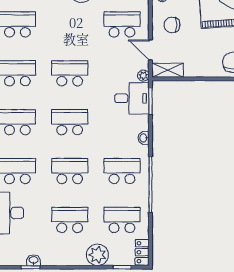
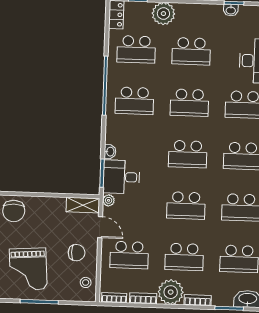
school desk: (70, 24) -> (184, 257), added
washbasin: (144, 138) -> (110, 152), moved

